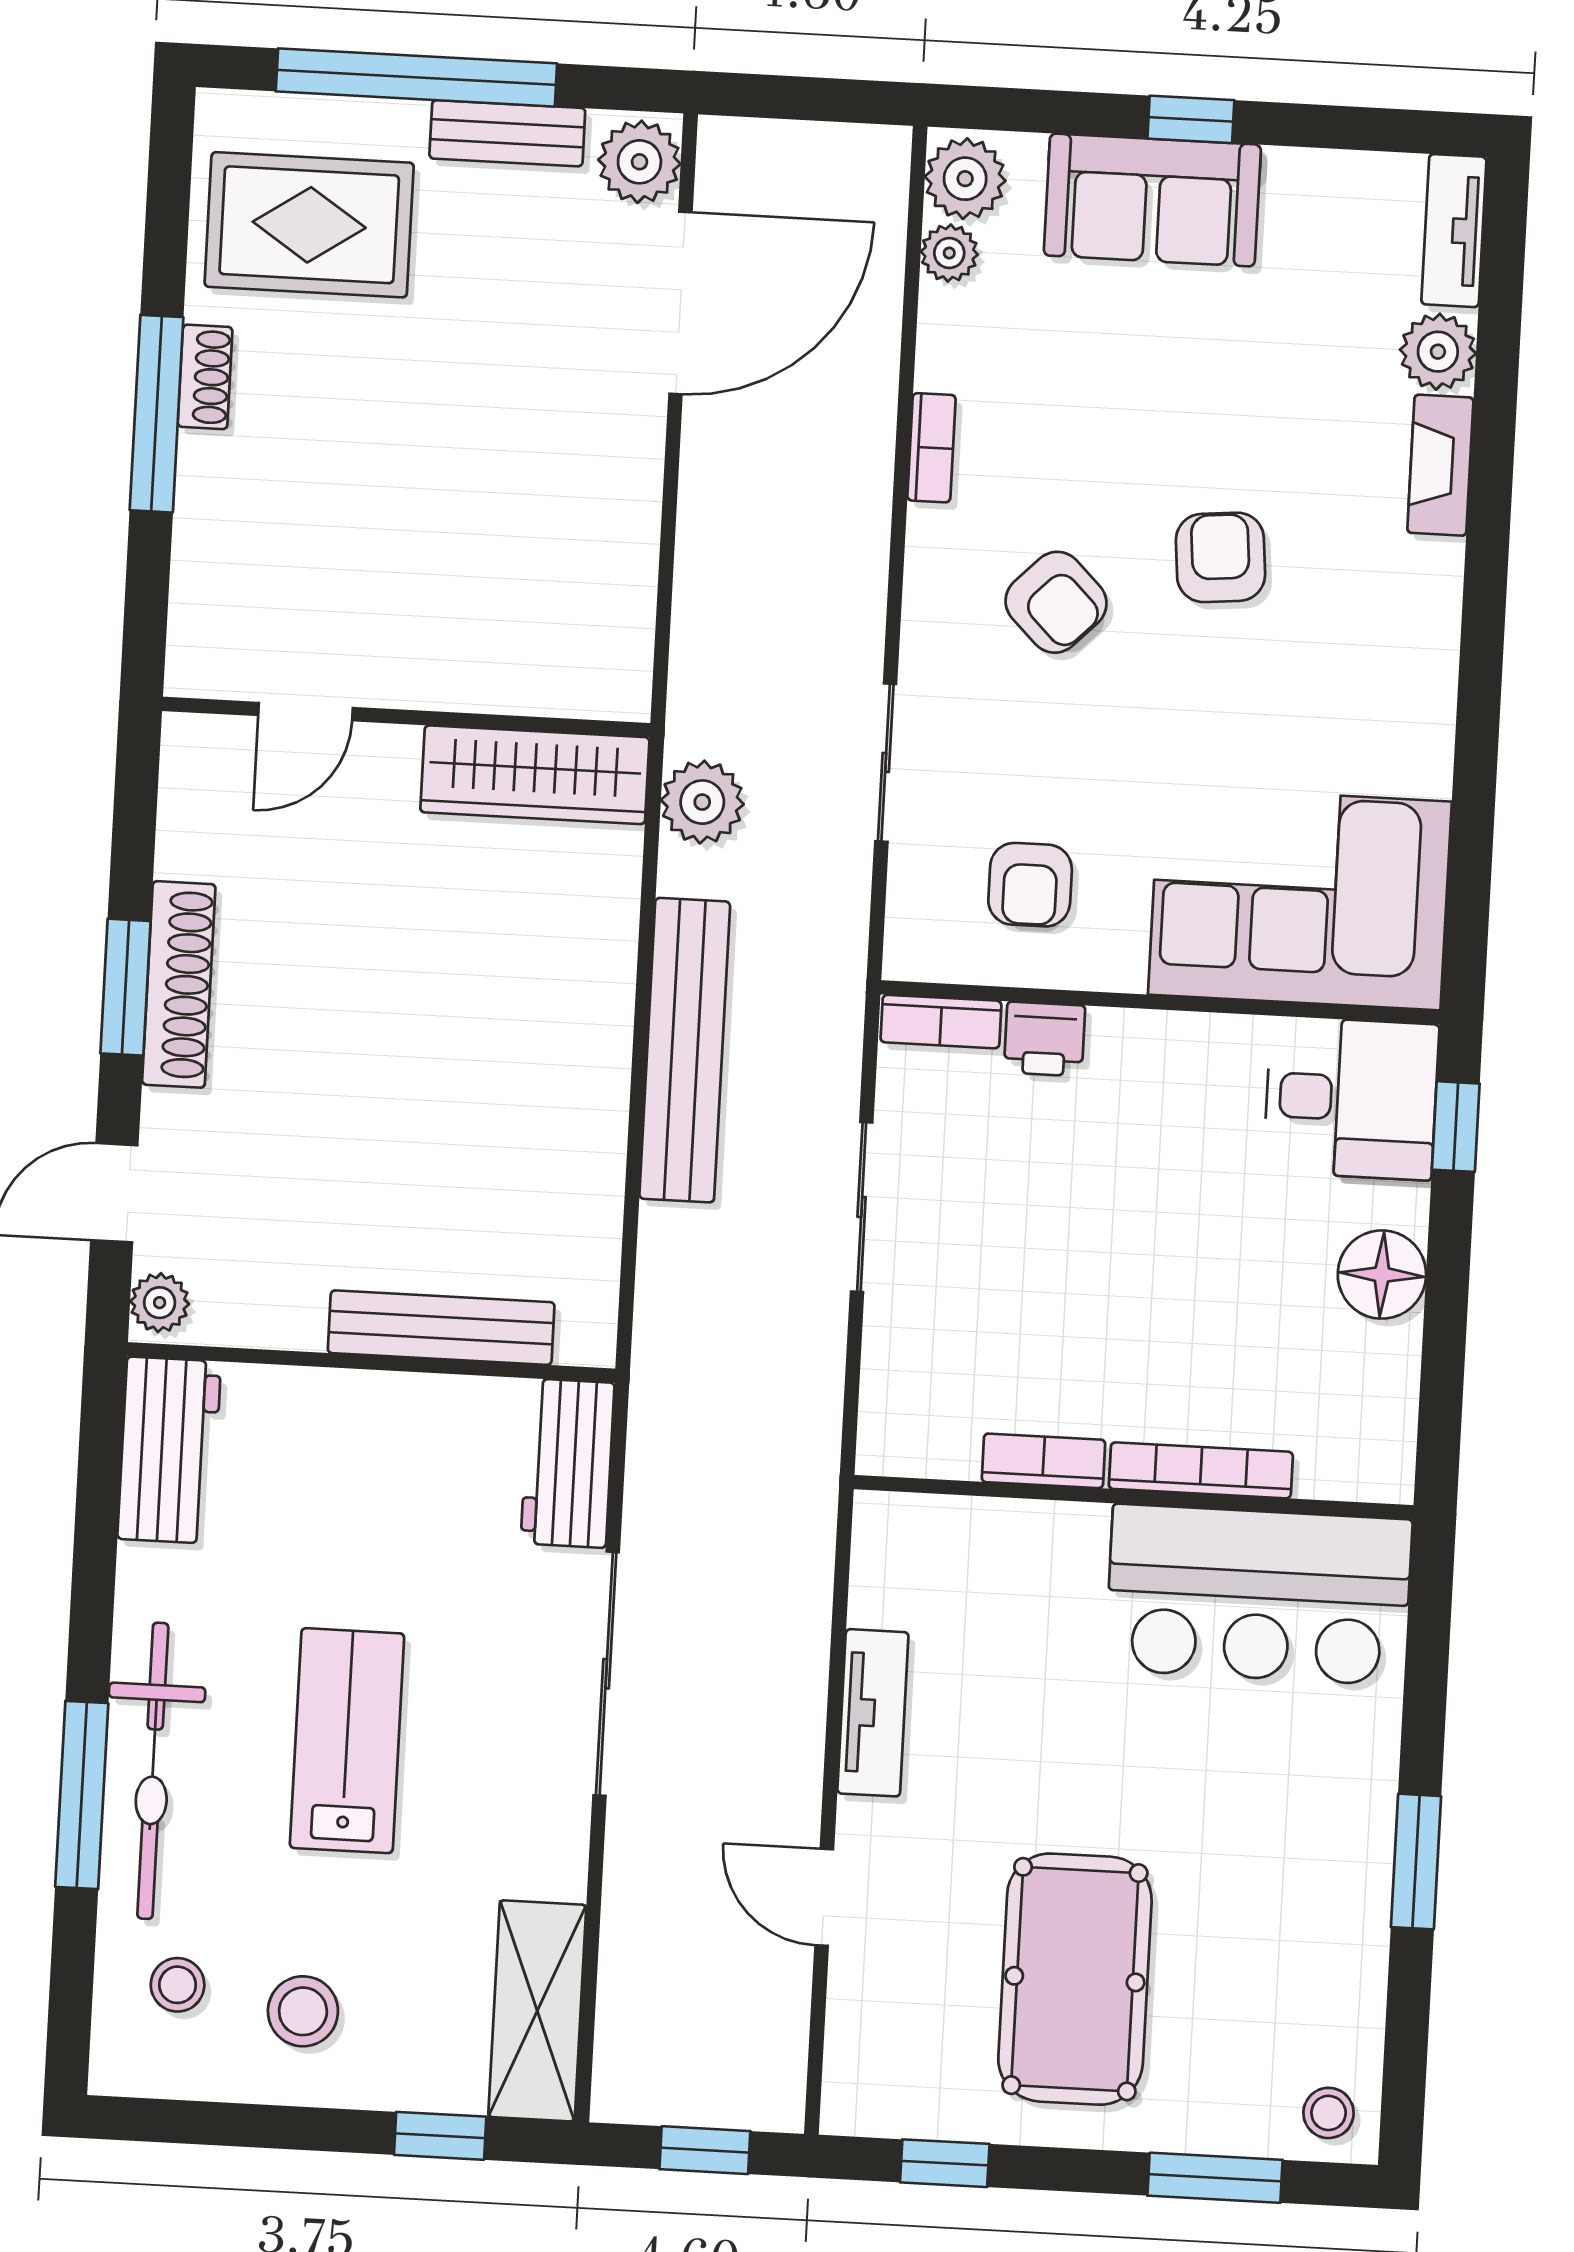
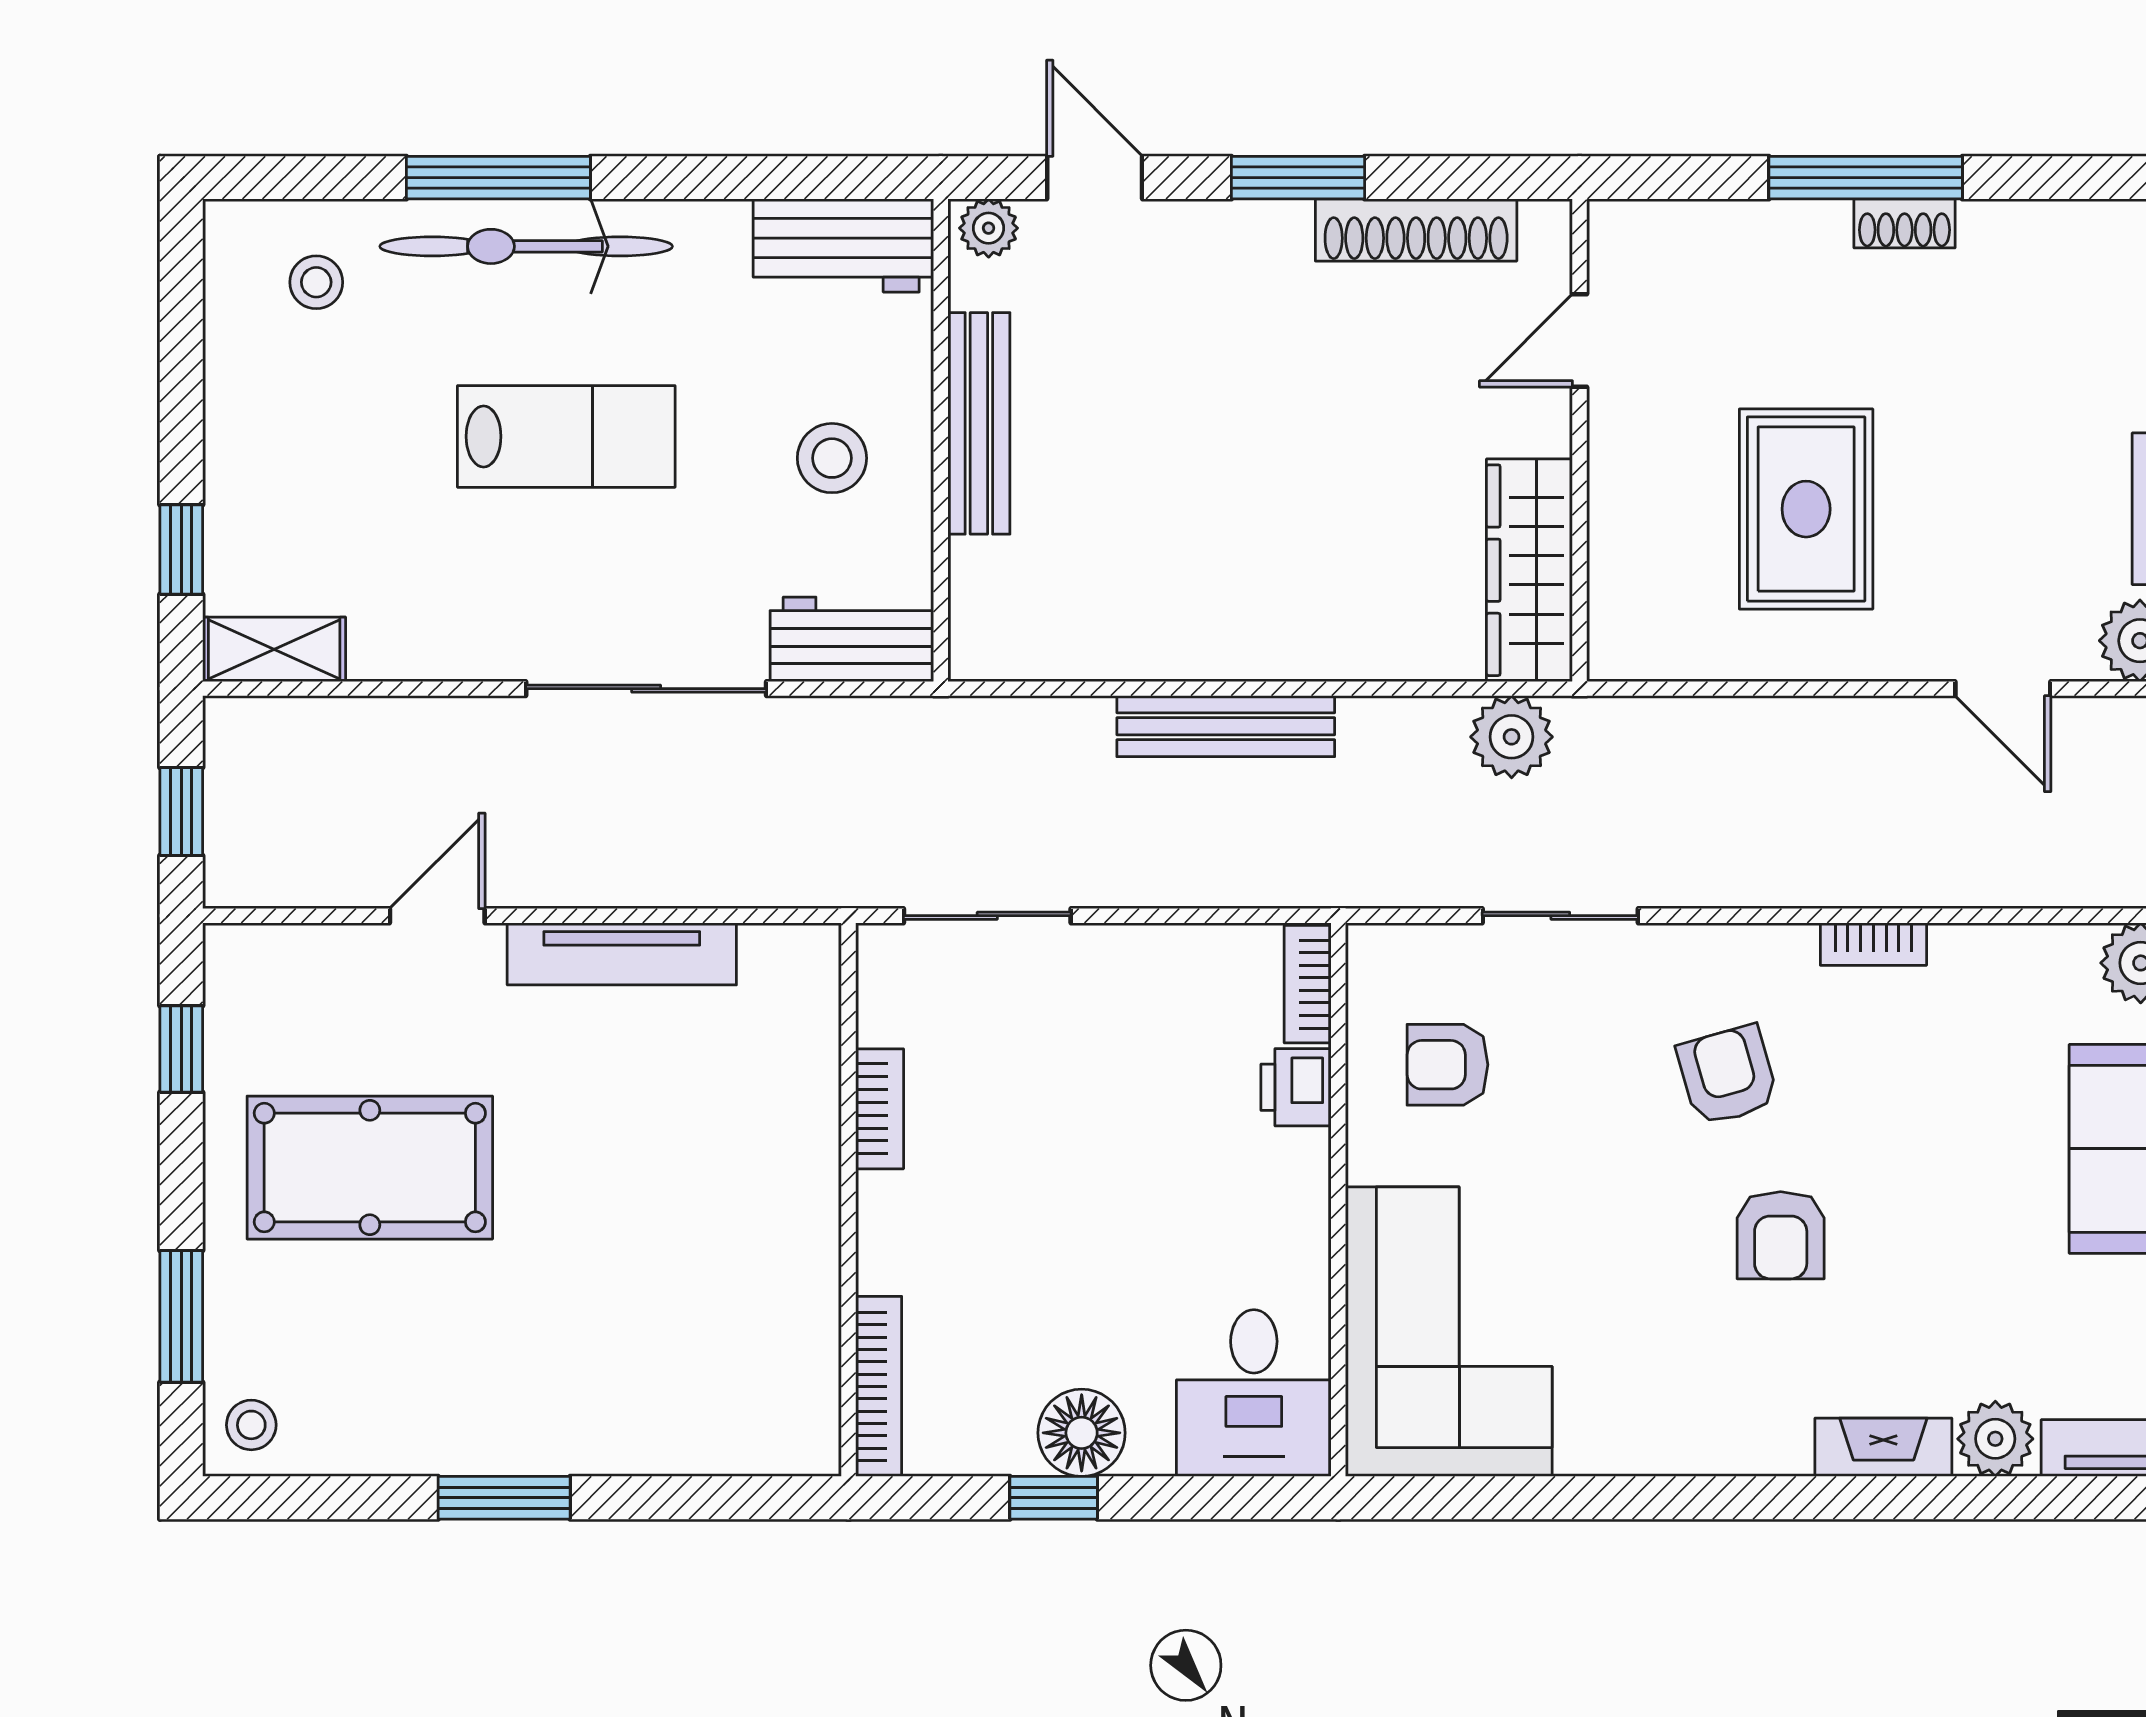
rug: (309, 225) -> (1806, 509), moved
plant: (949, 253) -> (2067, 951), removed
door: (680, 303) -> (2003, 689), width x0.53
armchair: (1220, 557) -> (1781, 1235), turned 95
armchair: (1056, 602) -> (1728, 1075), turned 119
door: (306, 712) -> (1580, 340), hinge flipped
shoe rack: (179, 984) -> (1416, 230), moved
bench: (685, 1050) -> (1226, 726), width x0.73, depth x0.82
window: (1456, 1127) -> (1054, 1498), moved
sliding door: (862, 1207) -> (987, 916), moved
bench: (441, 1328) -> (979, 423), moved
bookcase: (1201, 1470) -> (879, 1386), moved
bar counter: (1259, 1595) -> (759, 1328), removed
tv unit: (873, 1713) -> (622, 954), width x1.41
stool: (303, 2011) -> (832, 458), moved
shelving: (537, 2011) -> (274, 649), width x0.67, depth x0.75

